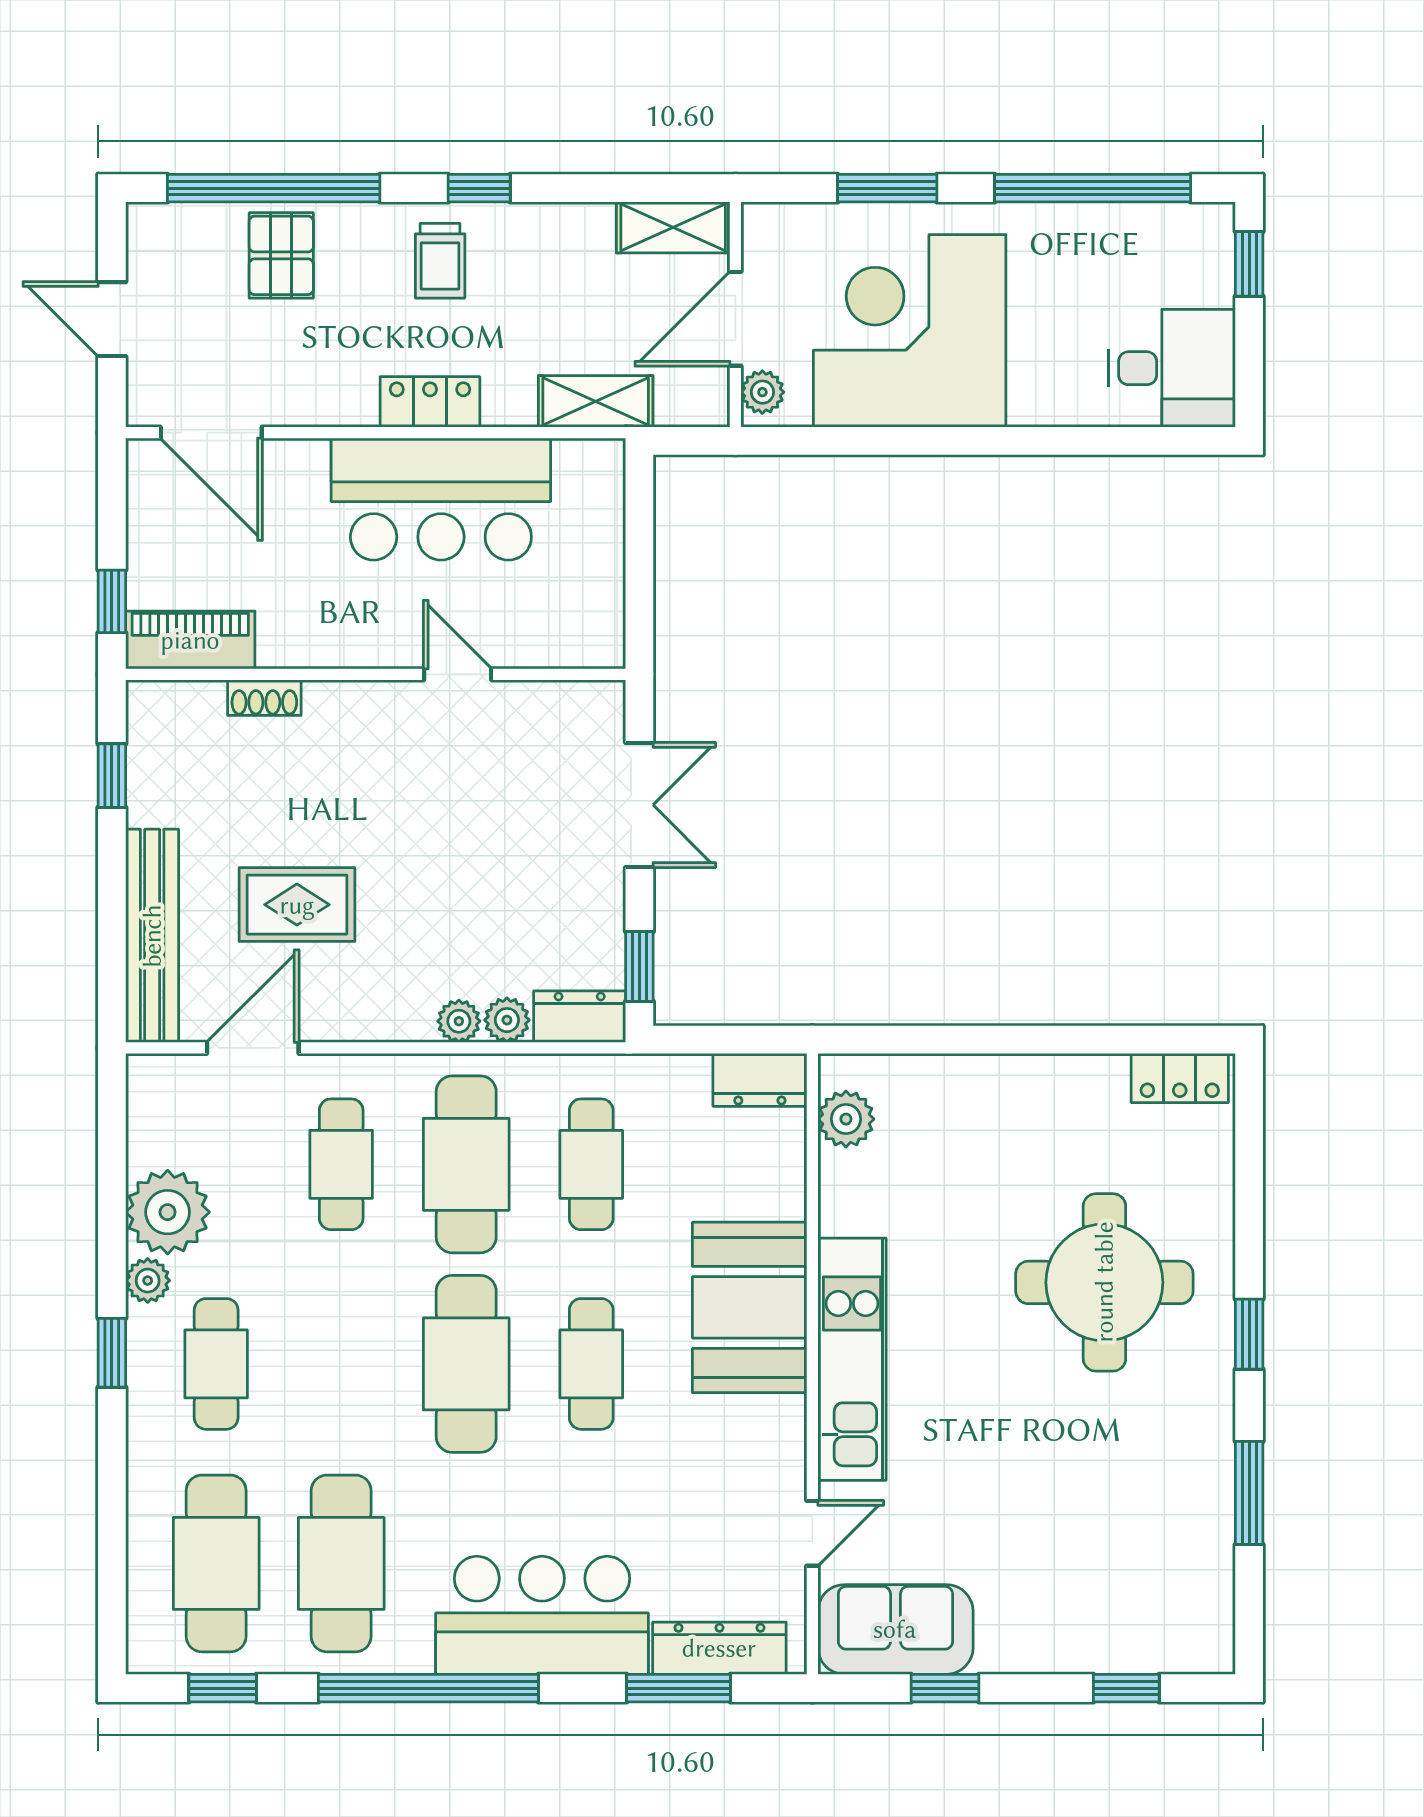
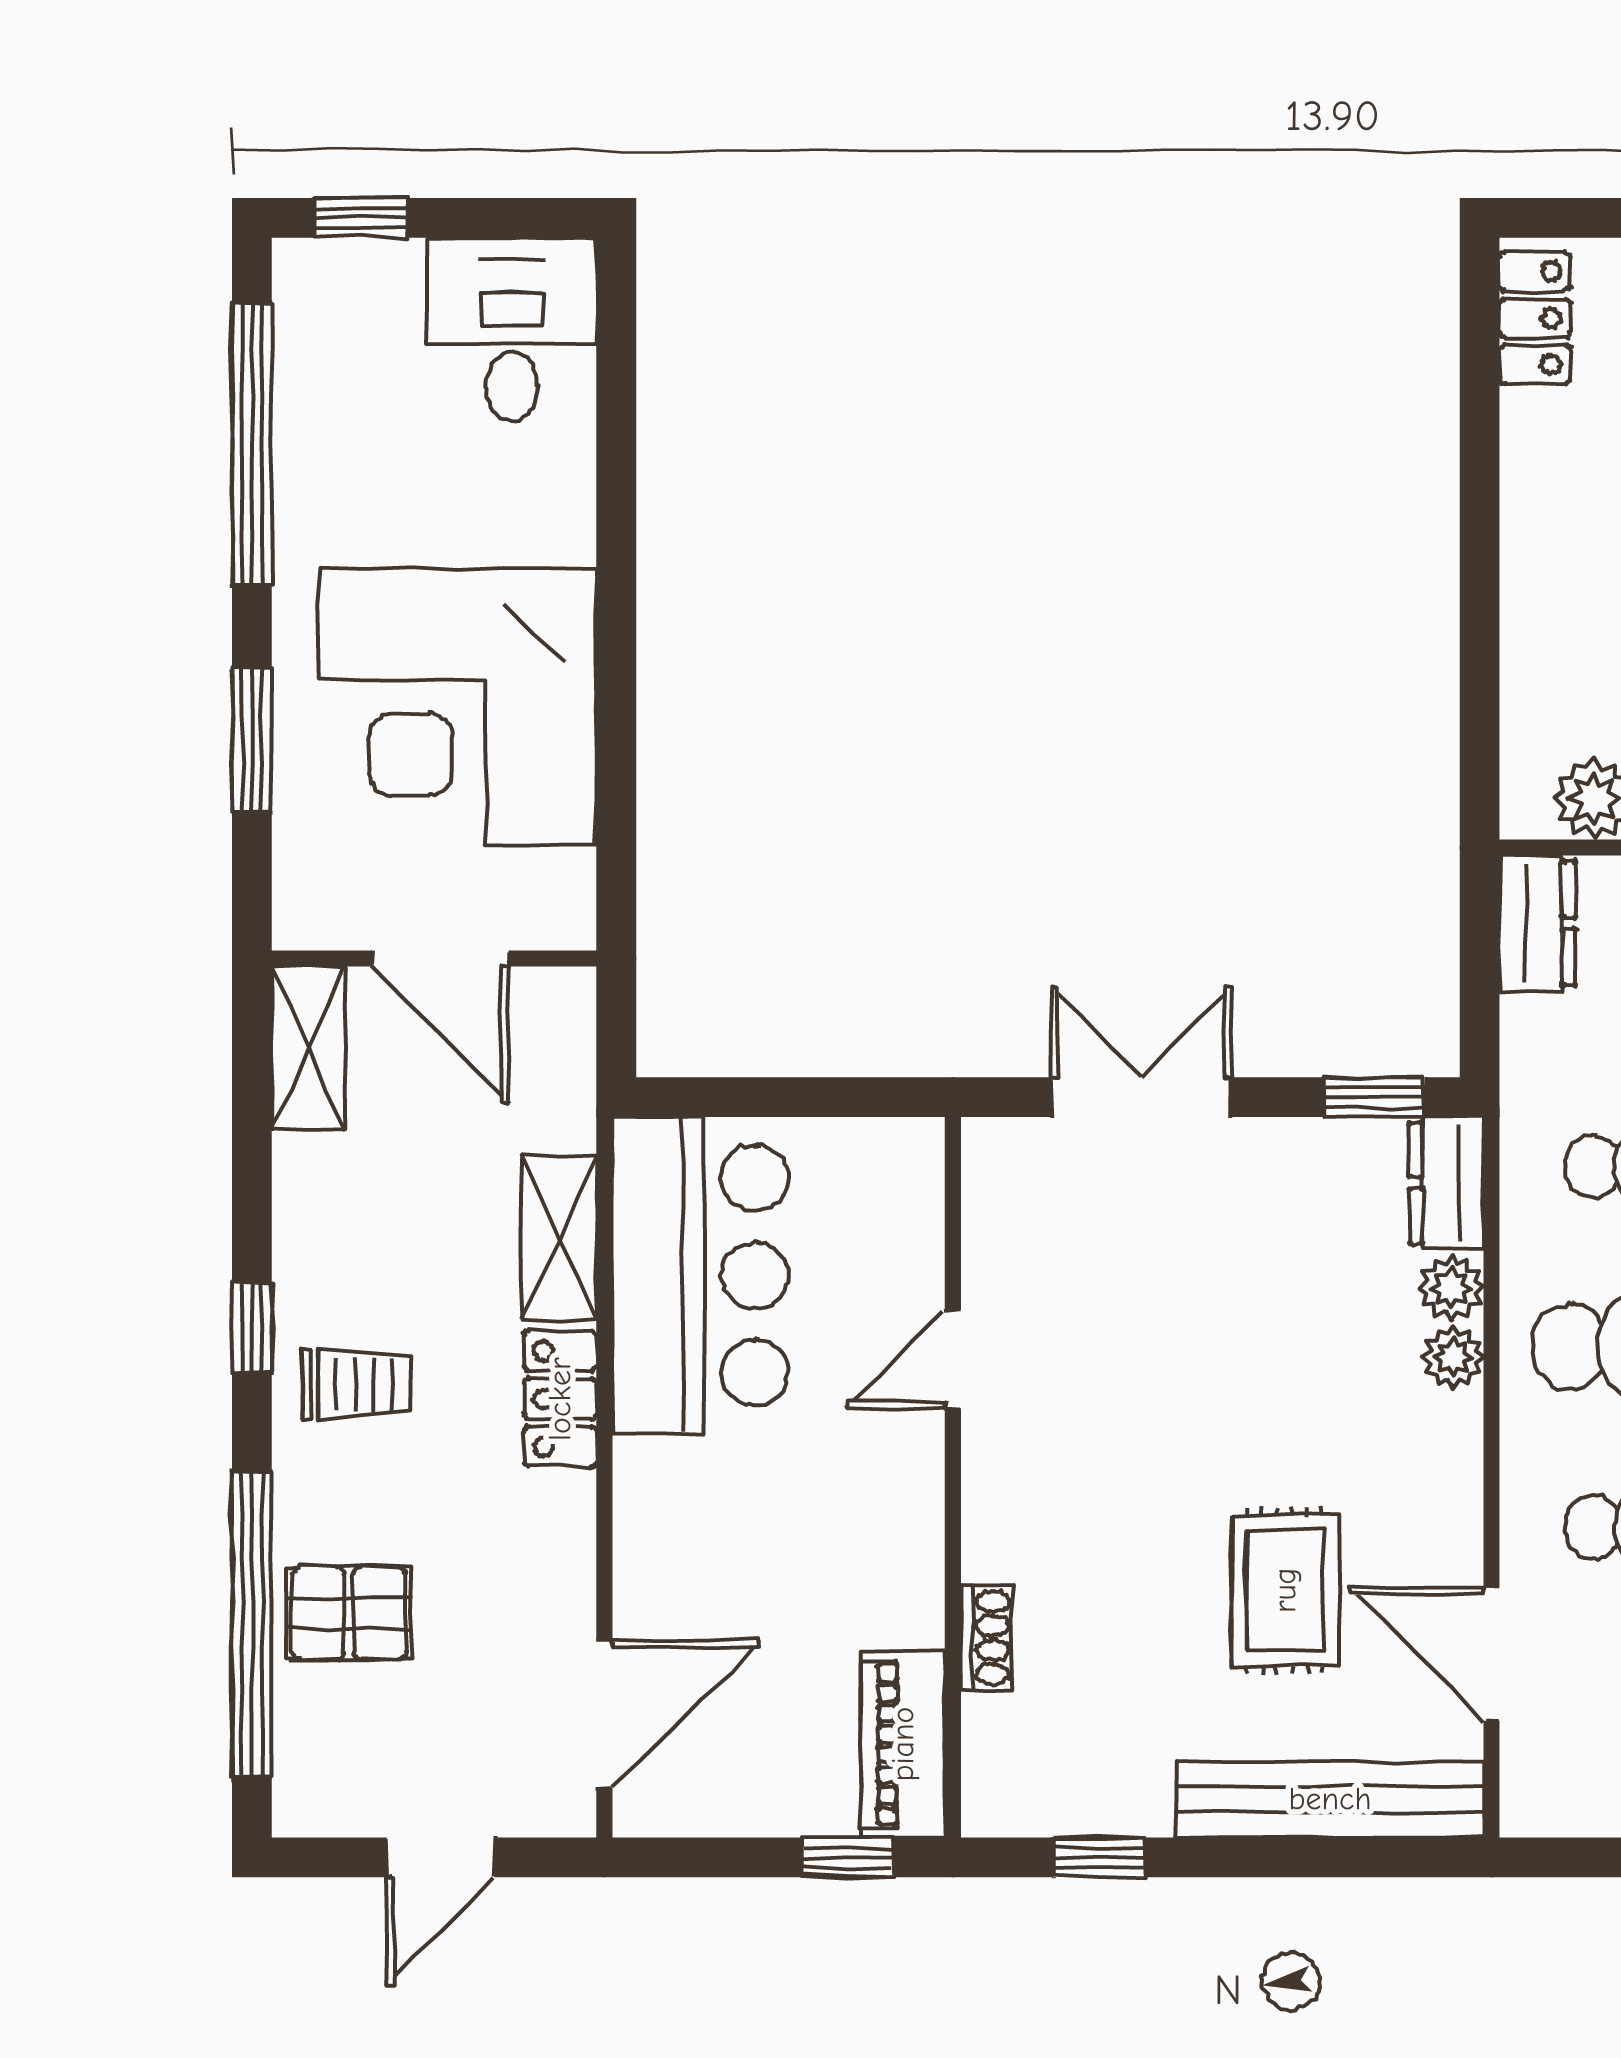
plant: (762, 392) -> (546, 920), removed
shelving: (596, 401) -> (559, 1238), moved
bar counter: (441, 499) -> (700, 1275), moved

